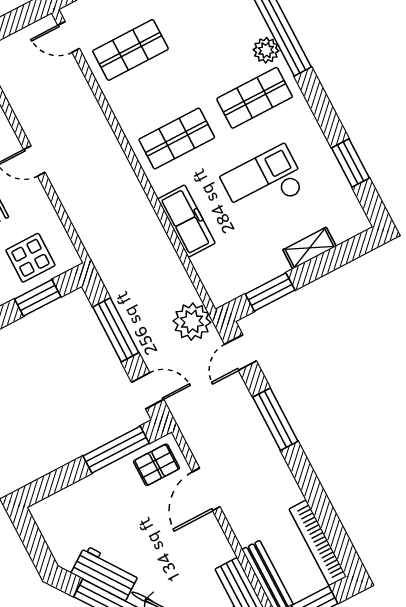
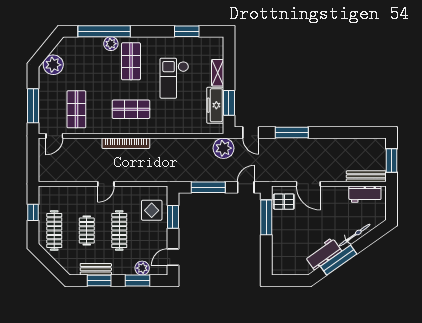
shop shelf: (177, 139) -> (131, 109), turned 90
freezer: (186, 221) -> (215, 105), moved, turned -90
pallet: (157, 465) -> (284, 202), turned 90
bookcase: (318, 543) -> (126, 143), moved

